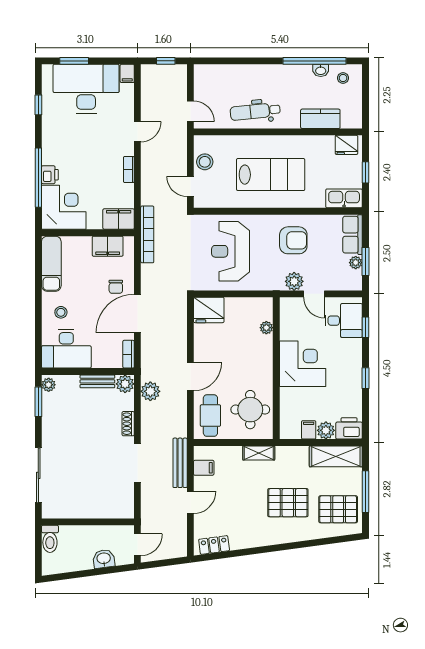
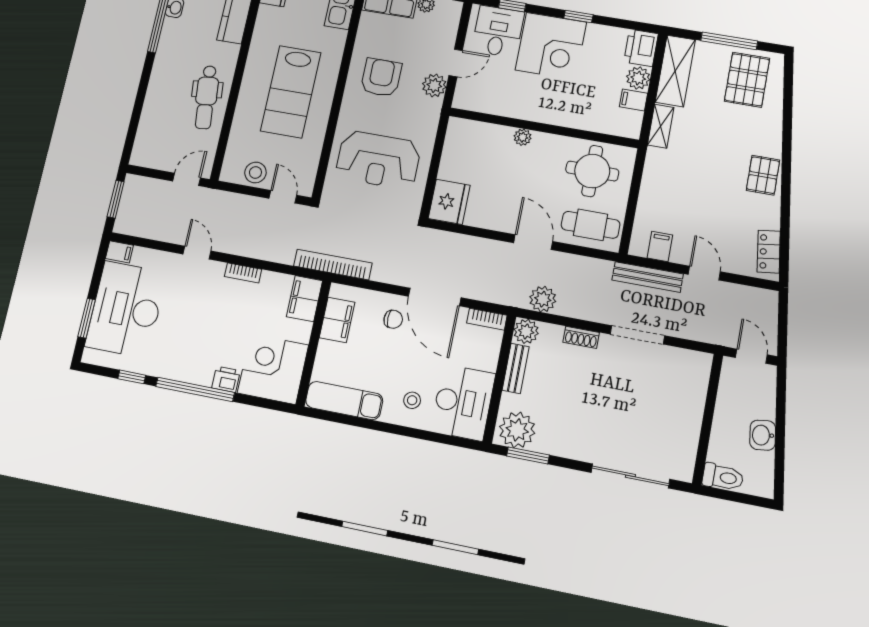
window: (166, 61) -> (116, 199), width x1.50
lab bench: (271, 175) -> (291, 92), turned 180
window: (38, 178) -> (195, 389), moved
door: (190, 186) -> (283, 197), swing flipped
plant: (266, 328) -> (523, 137), moved
corner desk: (303, 364) -> (551, 46), moved, turned 180
plant: (49, 385) -> (517, 430), width x1.87, depth x1.87
shelving: (259, 453) -> (661, 126), moved
pallet: (288, 503) -> (763, 175), moved, width x0.67, depth x0.71
washbasin: (104, 559) -> (763, 435), moved

